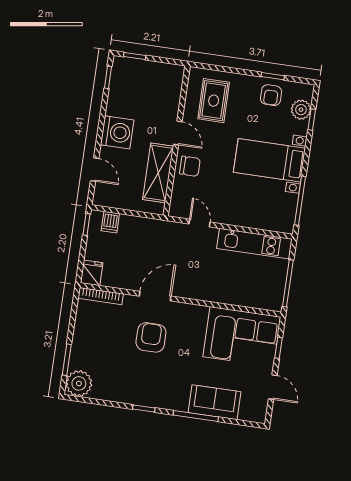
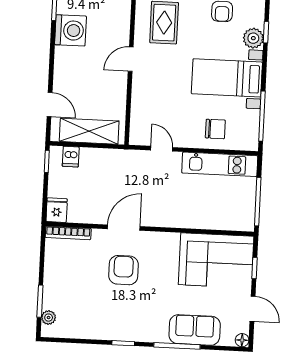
plant: (301, 110) -> (253, 38), moved
washing machine: (117, 132) -> (71, 30), moved
door: (178, 133) -> (131, 59), swing flipped
chair: (190, 166) -> (215, 129), moved
shelving: (158, 173) -> (89, 131), moved, turned 90
plant: (79, 383) -> (49, 318), width x0.53, depth x0.53
floor lamp: (260, 417) -> (242, 340), added

